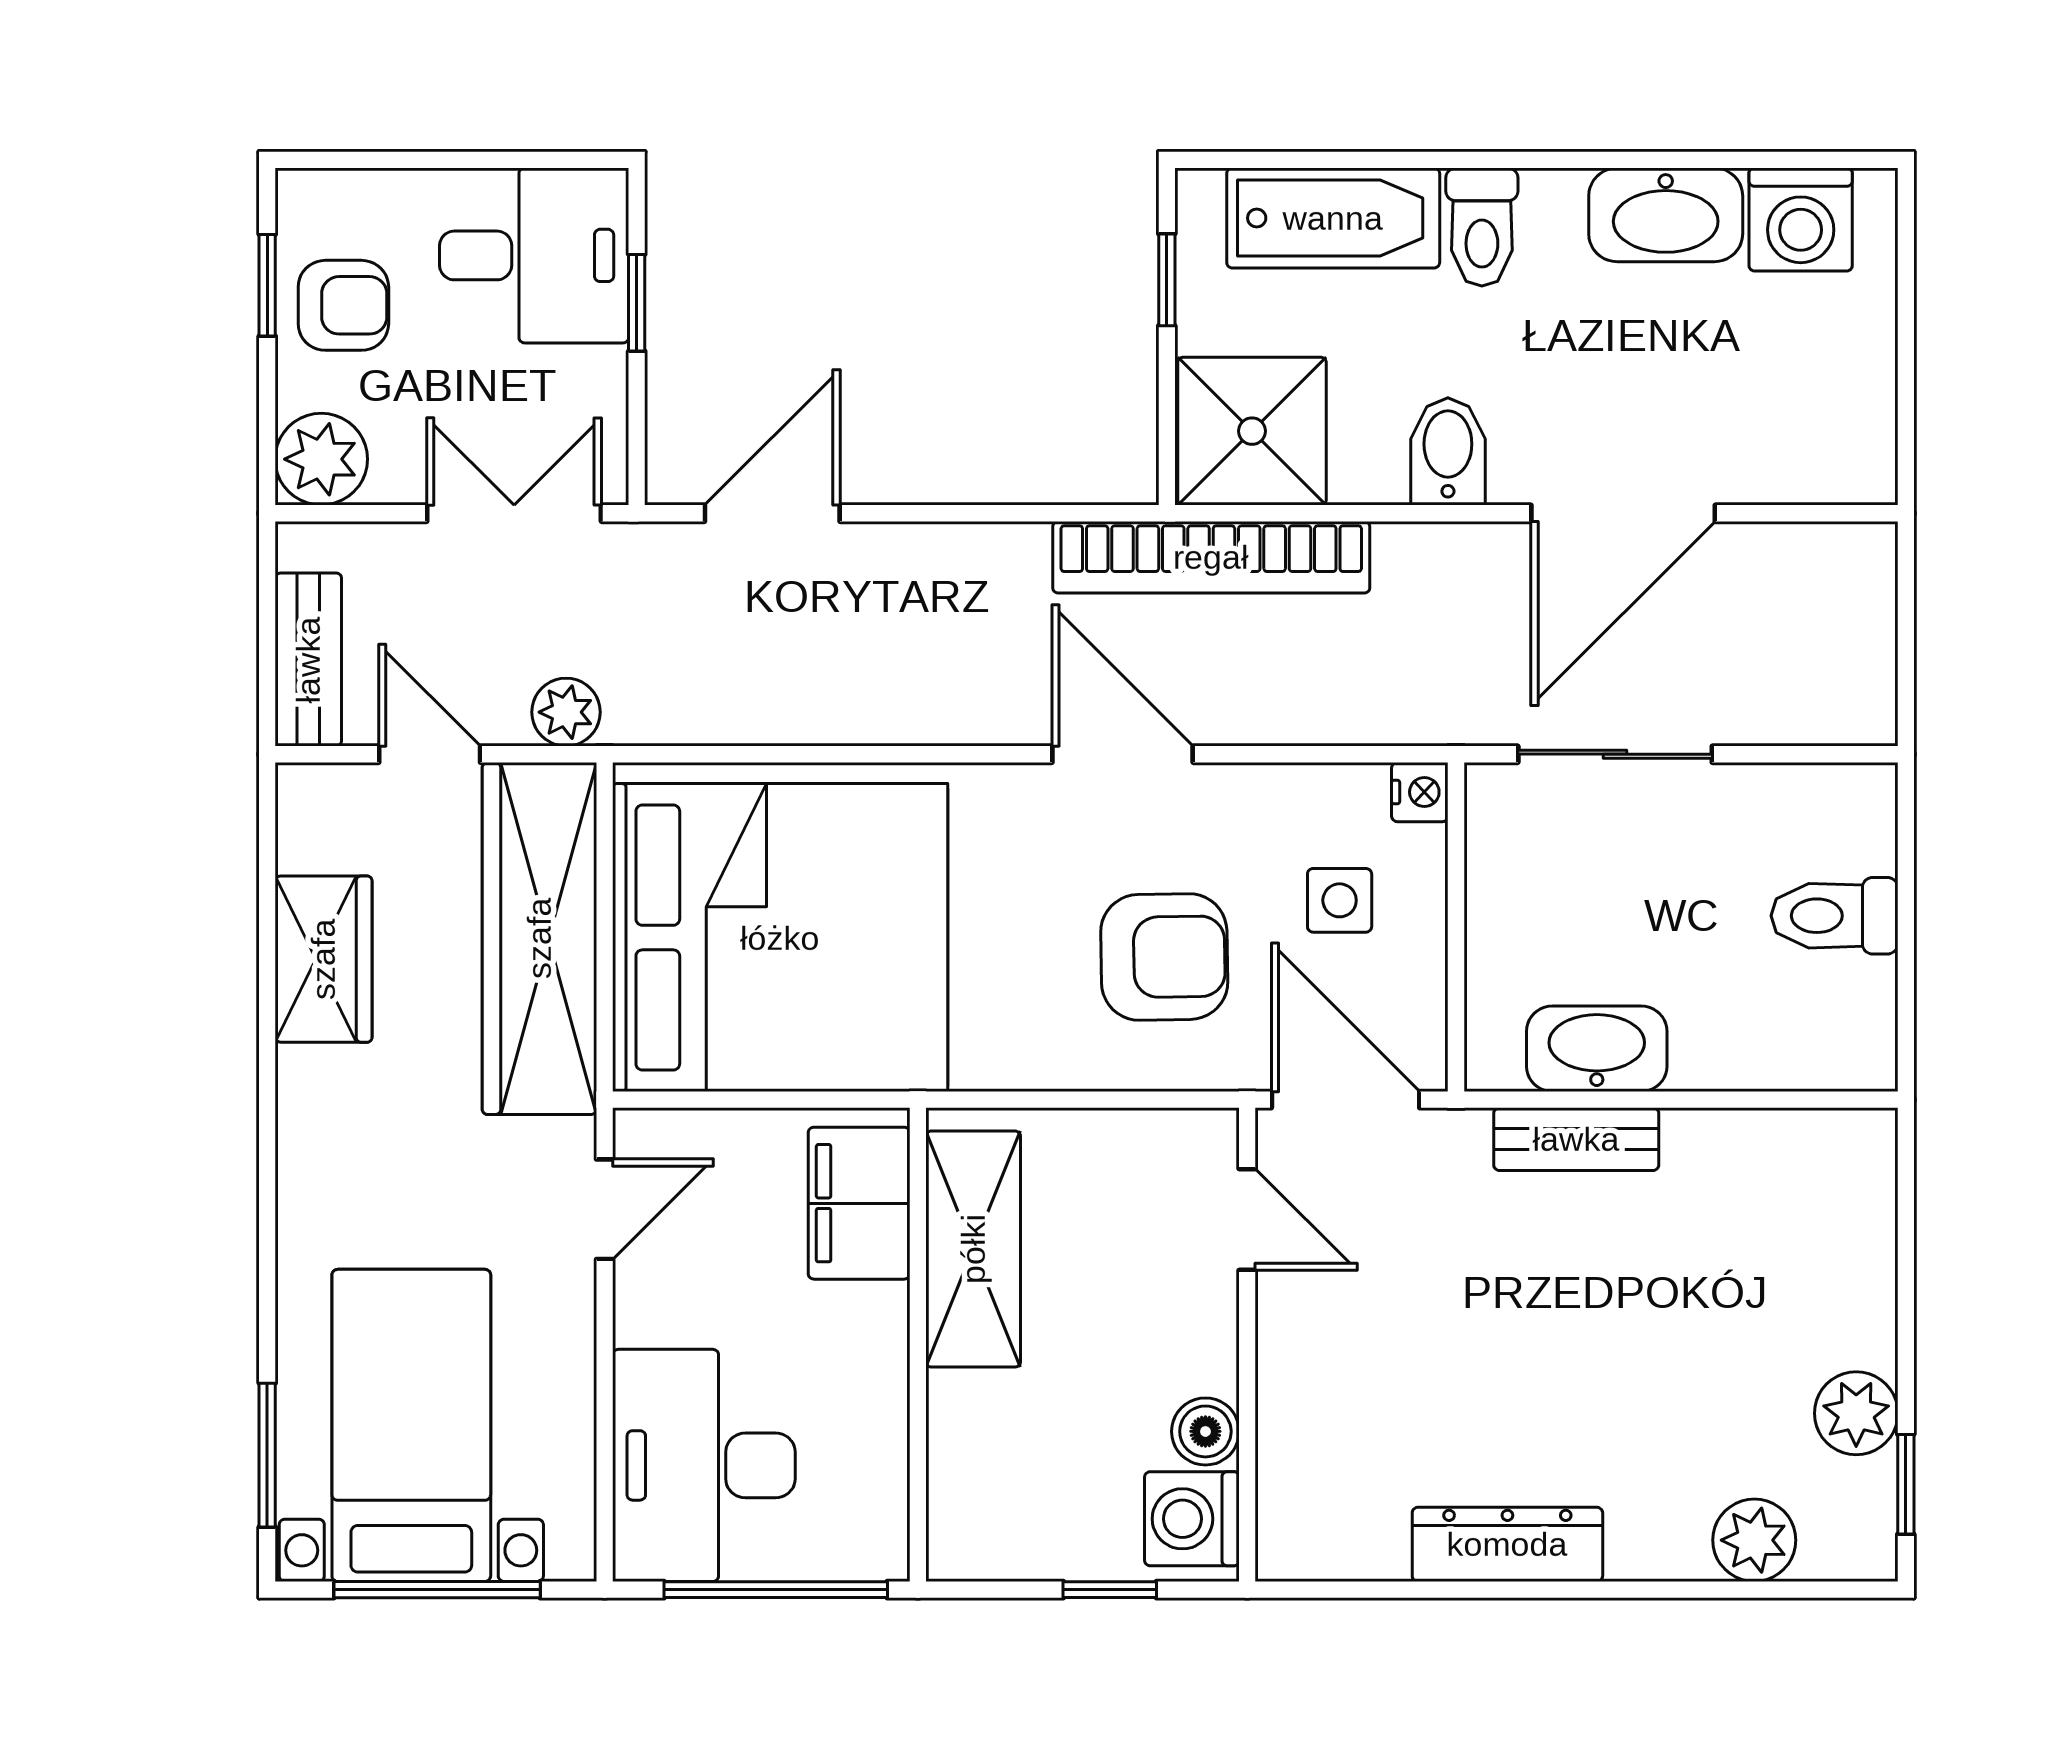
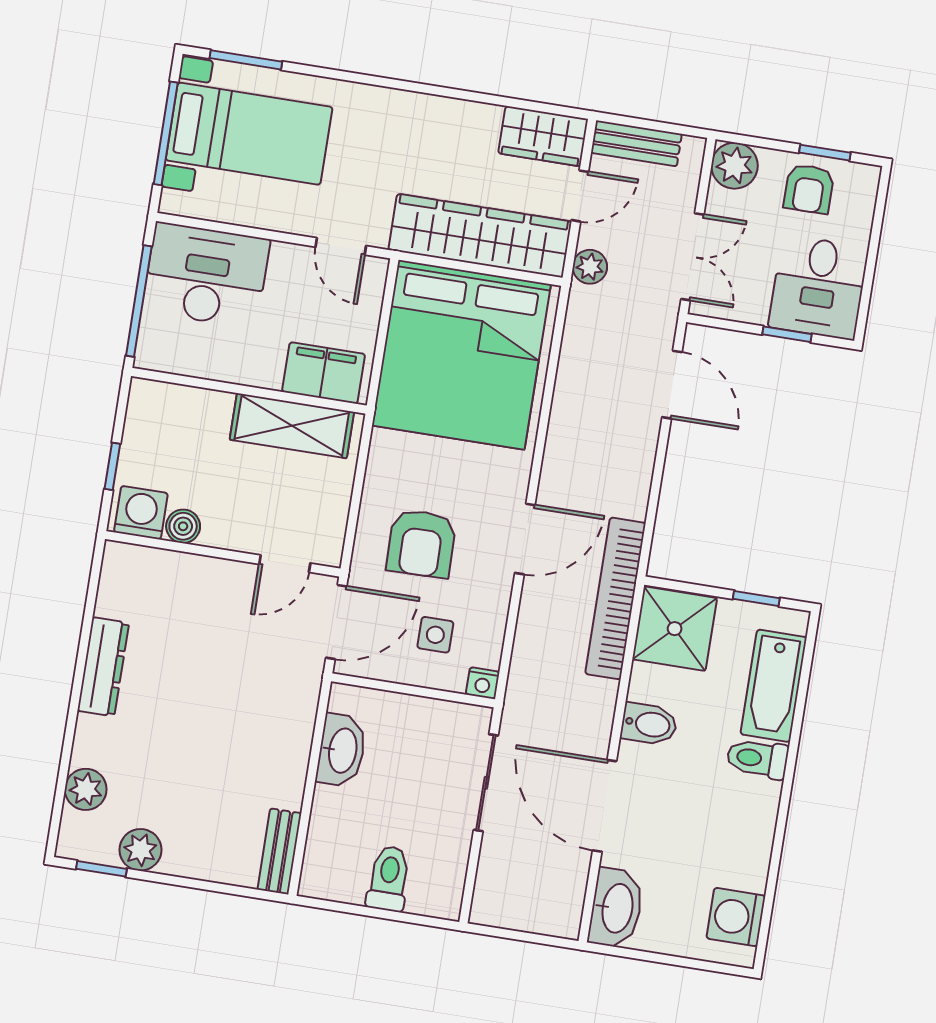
washbasin: (1666, 215) -> (616, 908), moved, turned 180
wardrobe: (323, 959) -> (543, 136), moved
bench: (1576, 1139) -> (279, 851), moved

